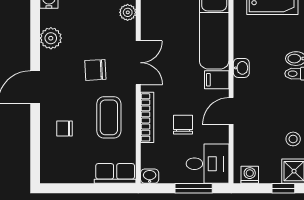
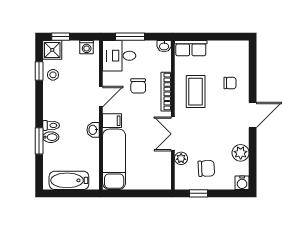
plant: (128, 12) -> (181, 158), moved
chair: (95, 70) -> (206, 168), moved

